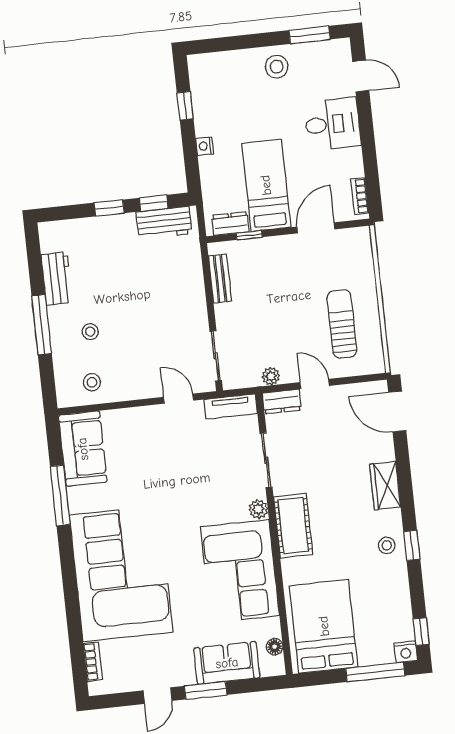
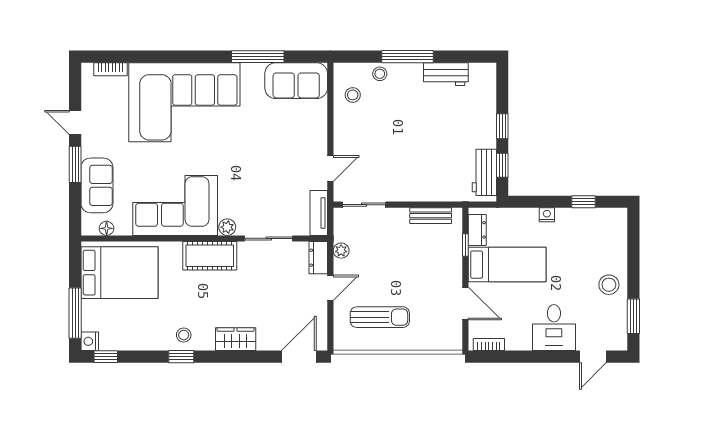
stool: (90, 332) -> (380, 74), moved

